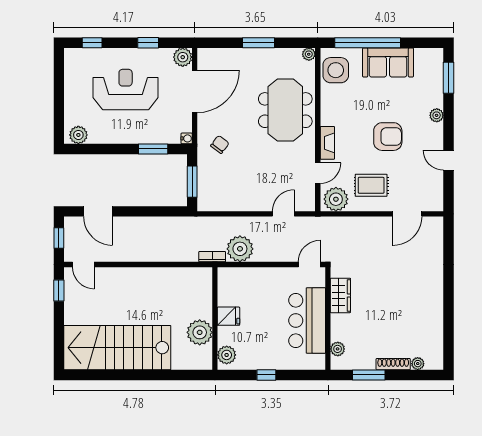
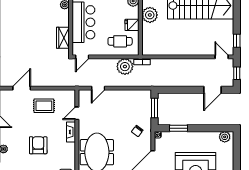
armchair: (388, 137) -> (38, 145), moved, turned 90
plant: (336, 199) -> (66, 97), removed
door: (98, 211) -> (213, 90), swing flipped
cafe table: (248, 290) -> (120, 41), added

